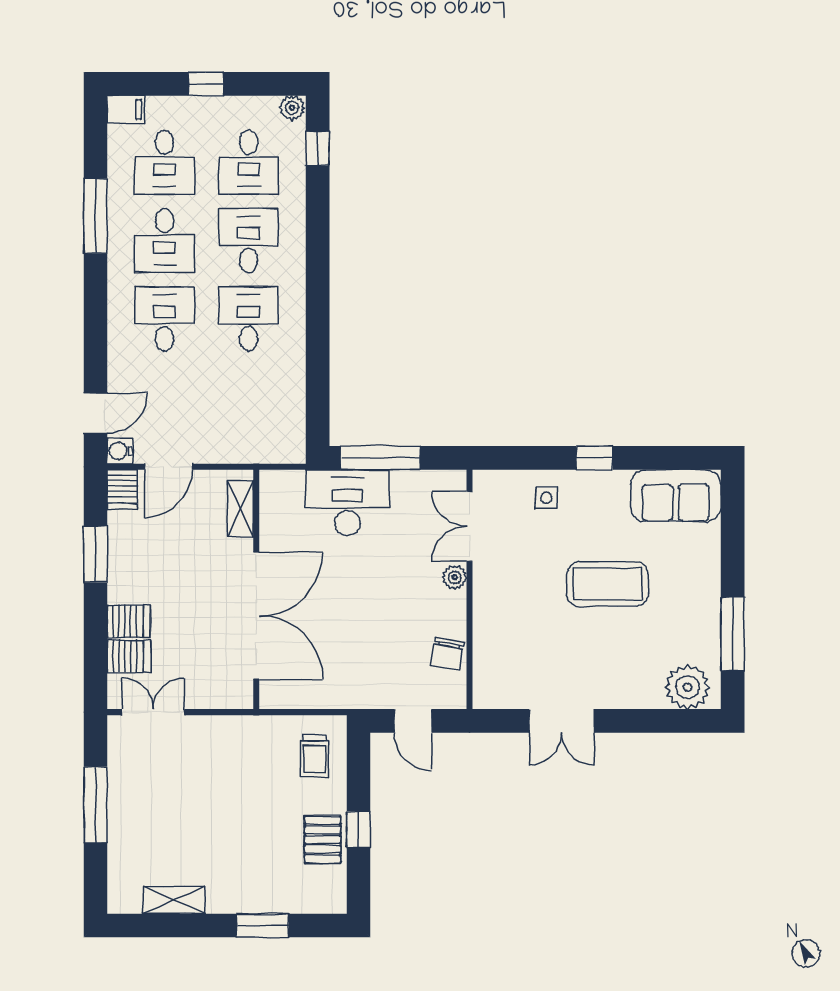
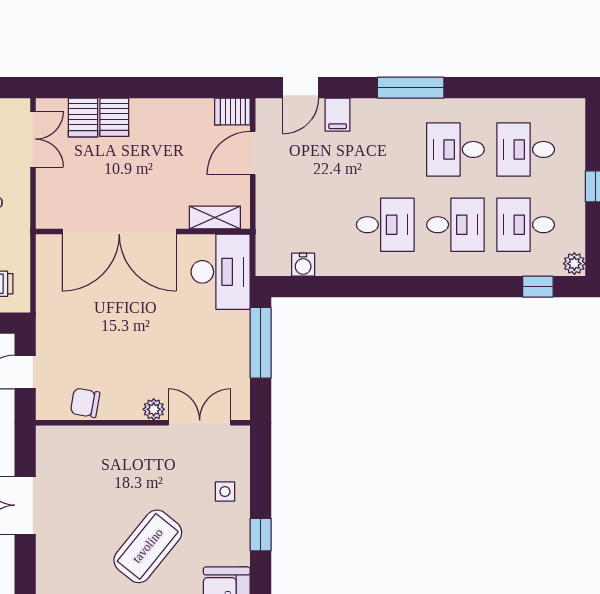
filing cabinet: (126, 109) -> (338, 115), moved
window: (96, 216) -> (411, 88), moved
desk: (165, 319) -> (385, 149), removed
door: (96, 413) -> (301, 88), hinge flipped
water cooler: (120, 451) -> (303, 265), moved, turned 180
door: (168, 467) -> (253, 153), hinge flipped
desk: (348, 503) -> (221, 272), moved
window: (96, 554) -> (174, 88), removed
coffee table: (608, 584) -> (148, 546), turned 39

